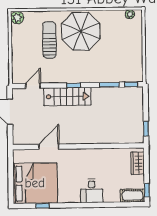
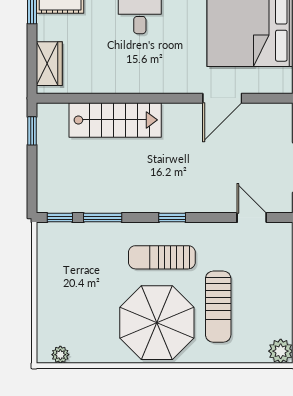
sun lounger: (79, 65) -> (162, 257), added
door: (33, 86) -> (252, 218), swing flipped
stairs: (67, 96) -> (115, 120), moved, turned 180

